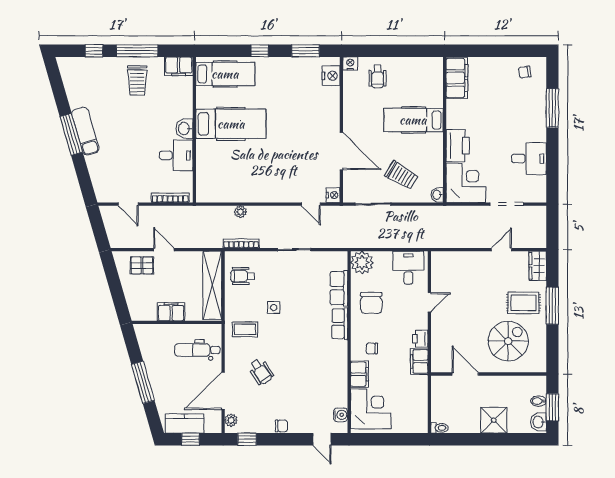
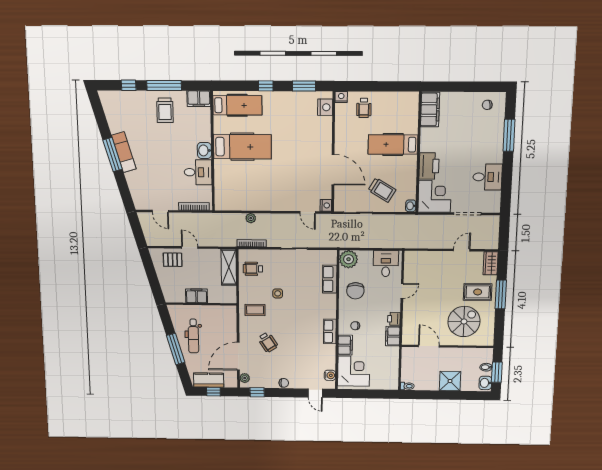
shelving: (212, 285) -> (229, 267), width x0.68
row of seats: (340, 324) -> (330, 331), moved
dental chair: (197, 350) -> (193, 336), moved, turned -90

